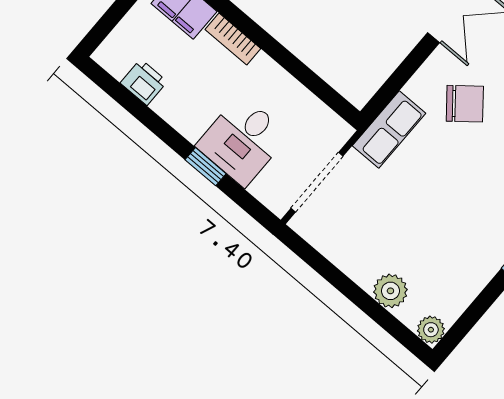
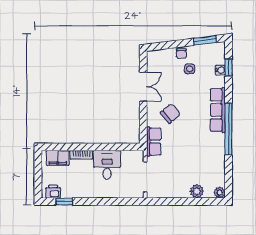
printer: (144, 82) -> (53, 192), moved
desk: (243, 140) -> (107, 165), moved, turned 180
window: (206, 167) -> (64, 202), moved

